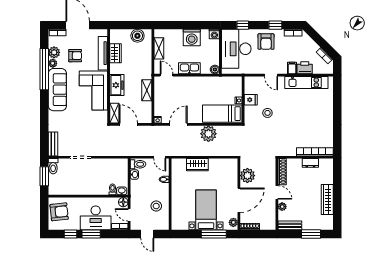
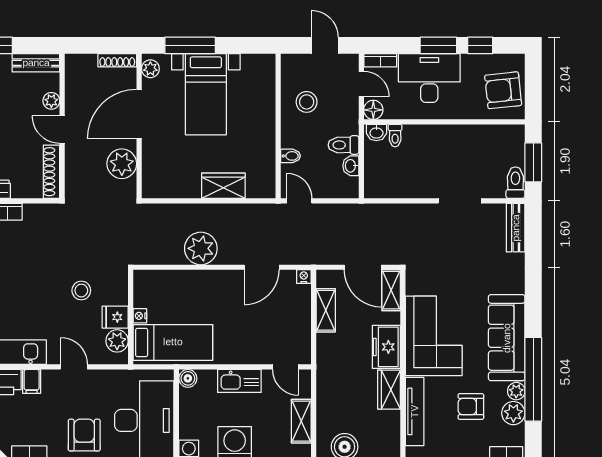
wardrobe: (115, 53) -> (389, 390), moved
plant: (250, 88) -> (117, 341), added
shelving: (147, 90) -> (326, 310), moved
bed: (222, 114) -> (173, 342), moved
toilet: (138, 164) -> (343, 145), moved

